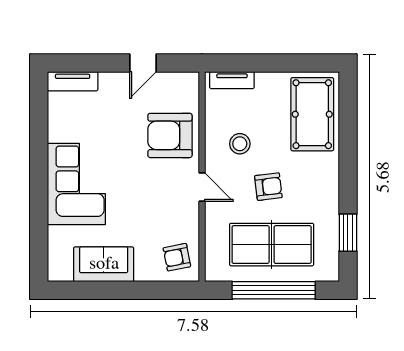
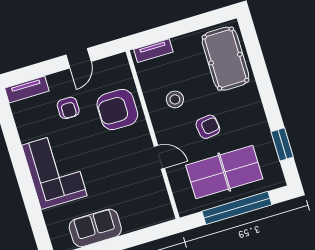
door: (202, 187) -> (159, 157), moved
armchair: (177, 257) -> (68, 108), moved, turned -79

